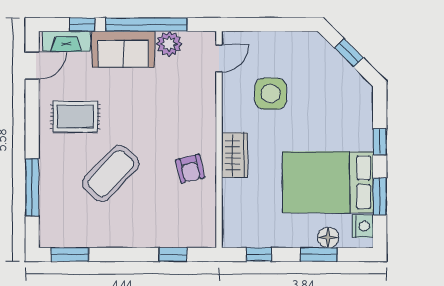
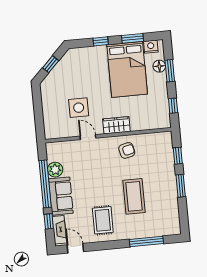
door: (219, 58) -> (88, 137), moved
coffee table: (111, 173) -> (134, 196), turned 46
window: (70, 254) -> (181, 186), moved

